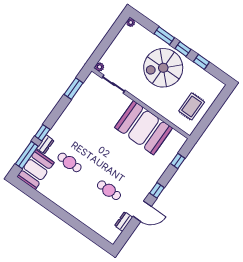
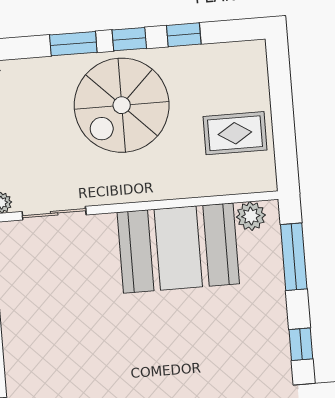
rug: (192, 106) -> (235, 133), turned 90
plant: (175, 137) -> (251, 216), added
window: (178, 161) -> (294, 257), width x2.17

